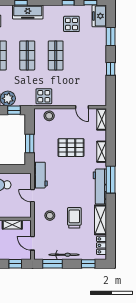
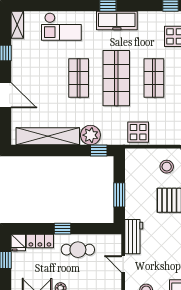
shop shelf: (27, 55) -> (116, 78), width x1.43, depth x1.36
stool: (49, 116) -> (167, 167), moved

